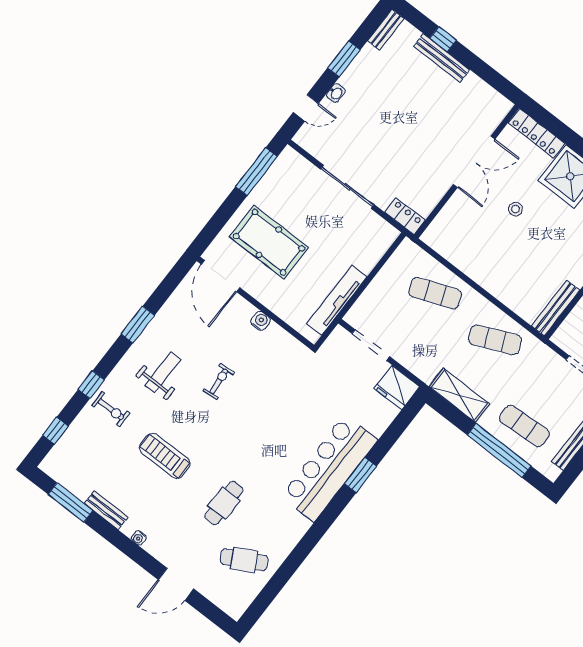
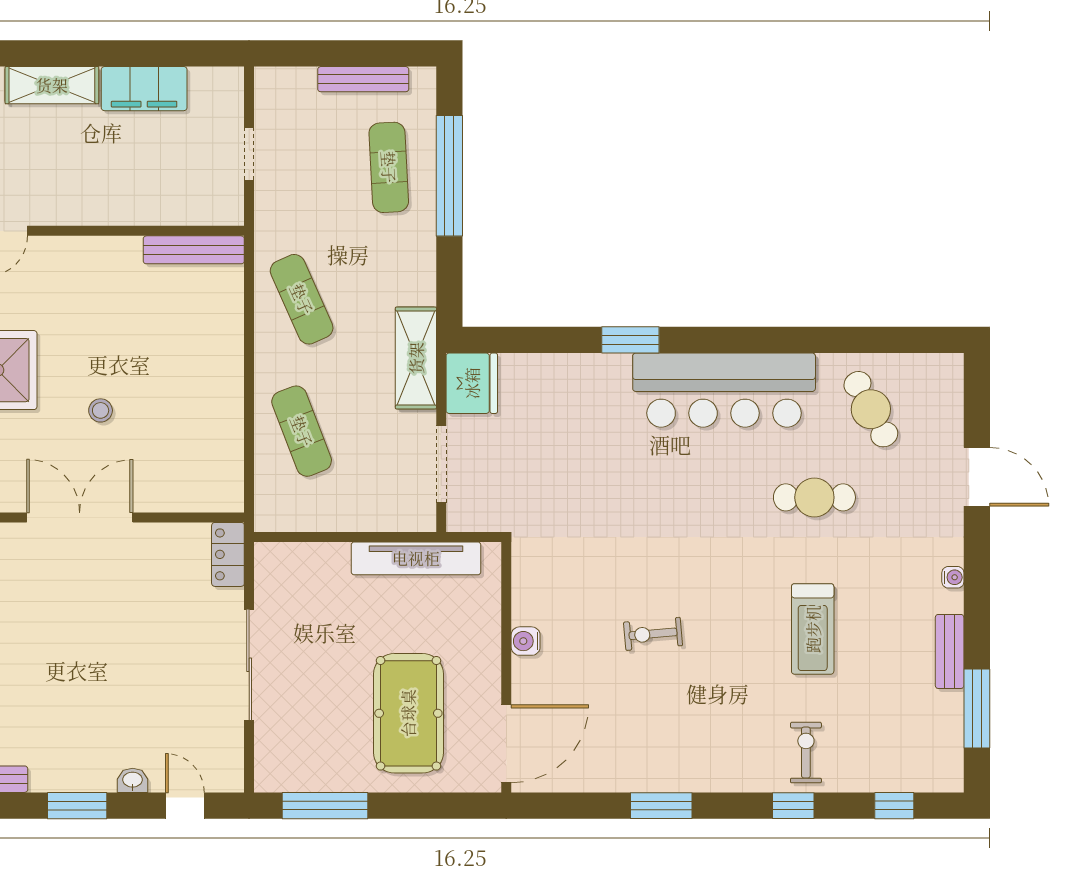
weight bench: (163, 372) -> (700, 720), removed
shelving: (459, 395) -> (416, 358), moved
bar counter: (329, 468) -> (724, 390), moved

